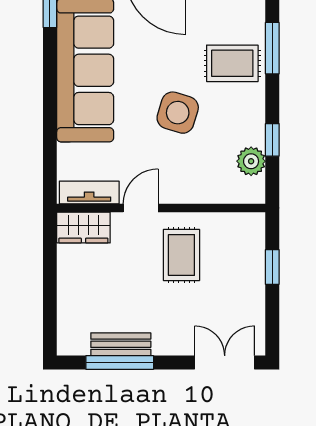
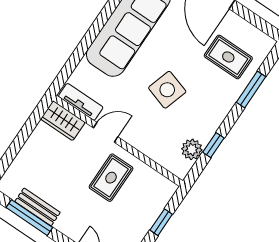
rug: (232, 63) -> (228, 57), moved

